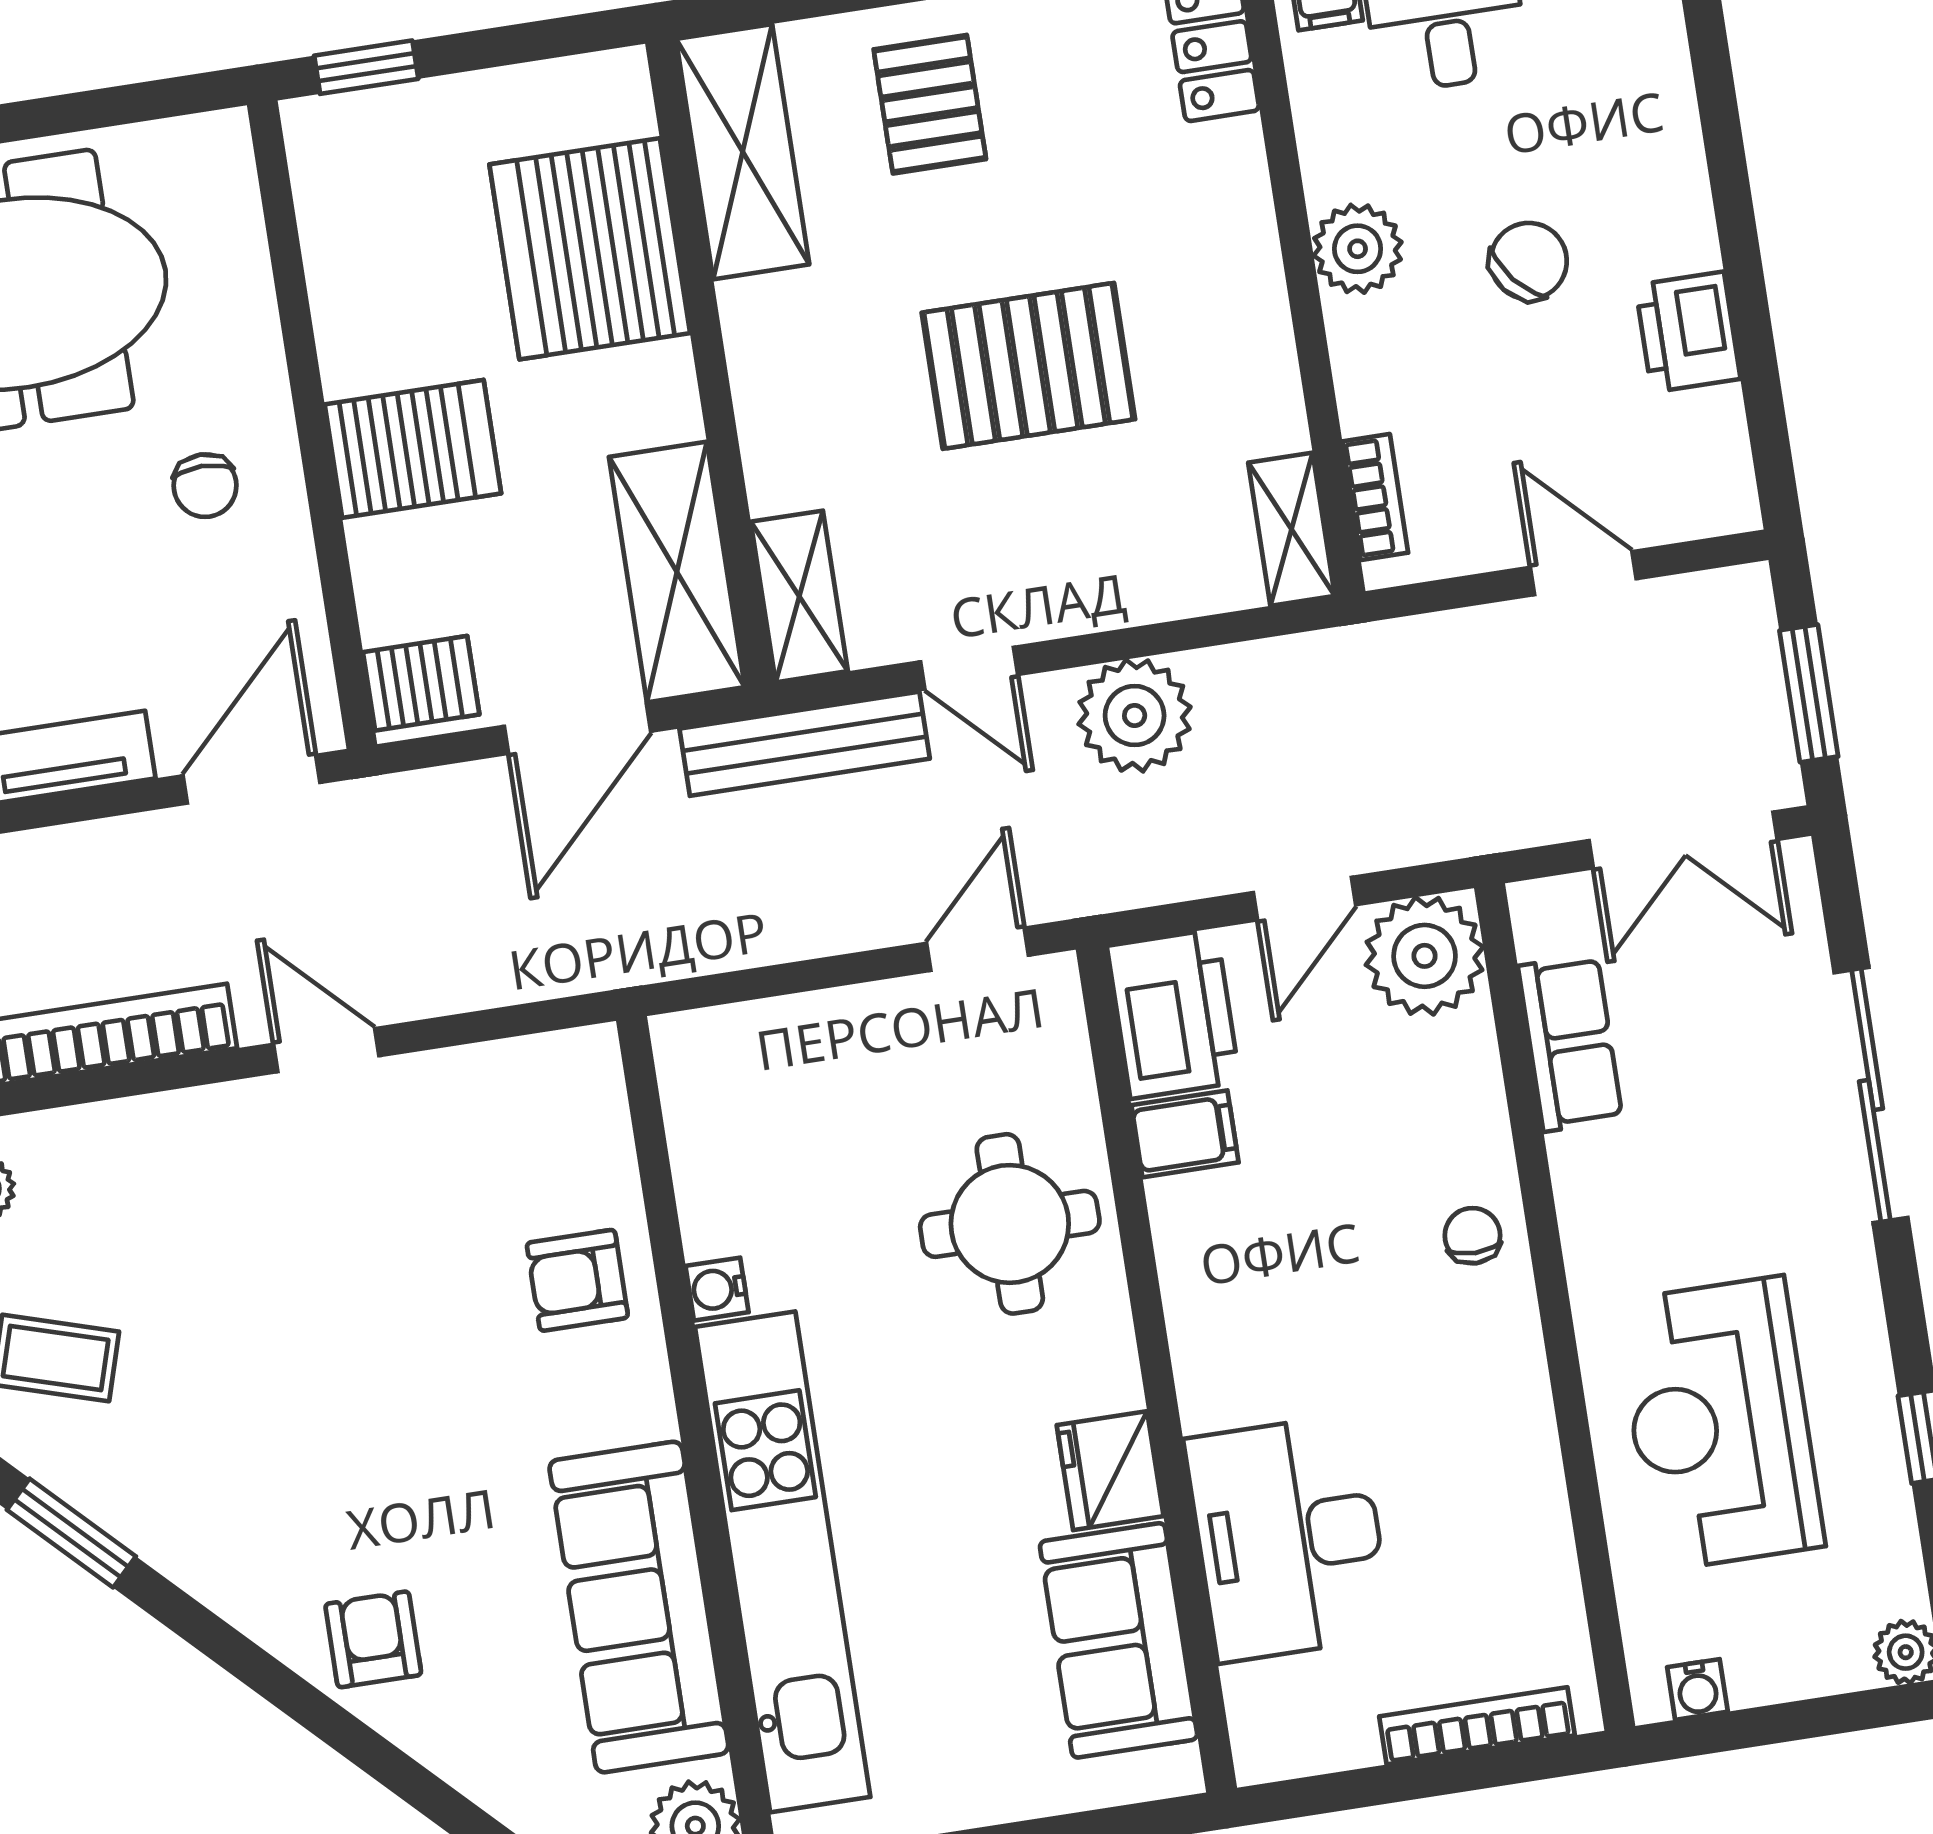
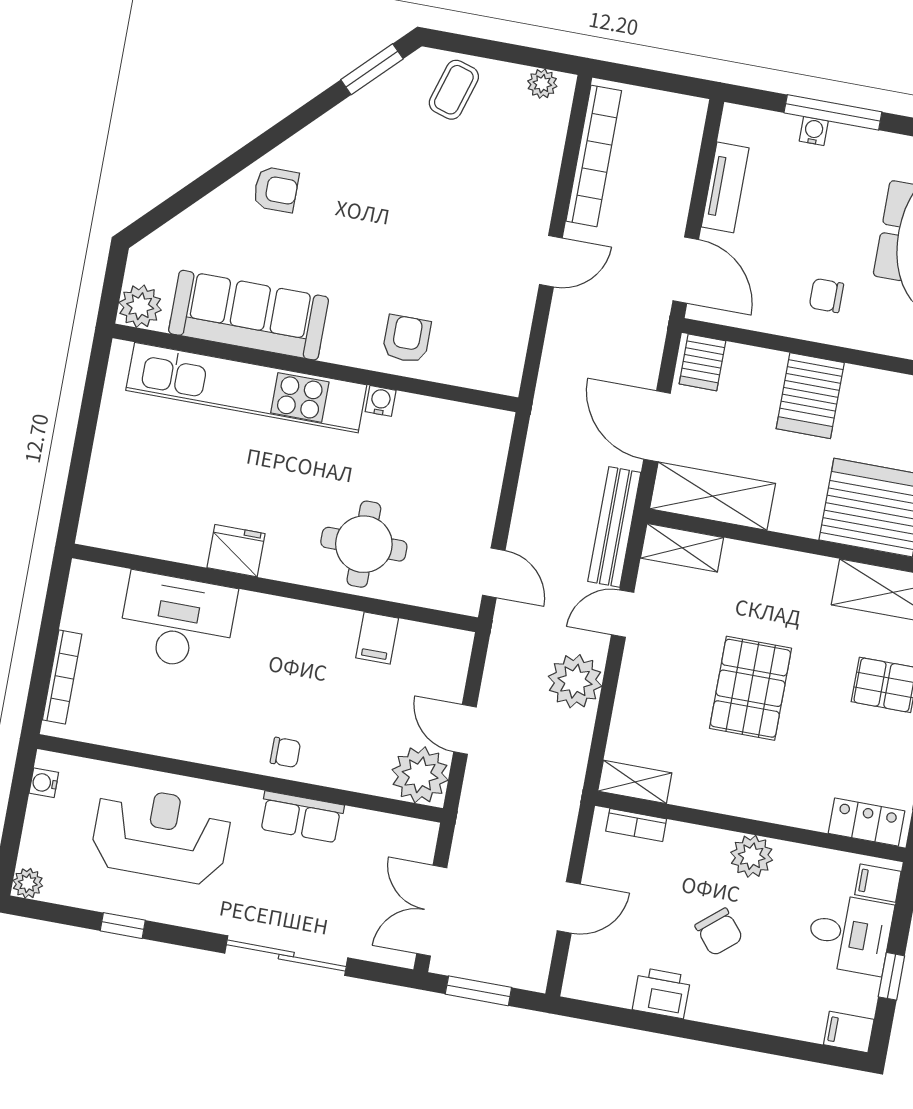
printer: (1174, 1014) -> (433, 652), removed
row of seats: (1570, 1043) -> (301, 817), moved
sofa: (1119, 1640) -> (158, 528), removed

